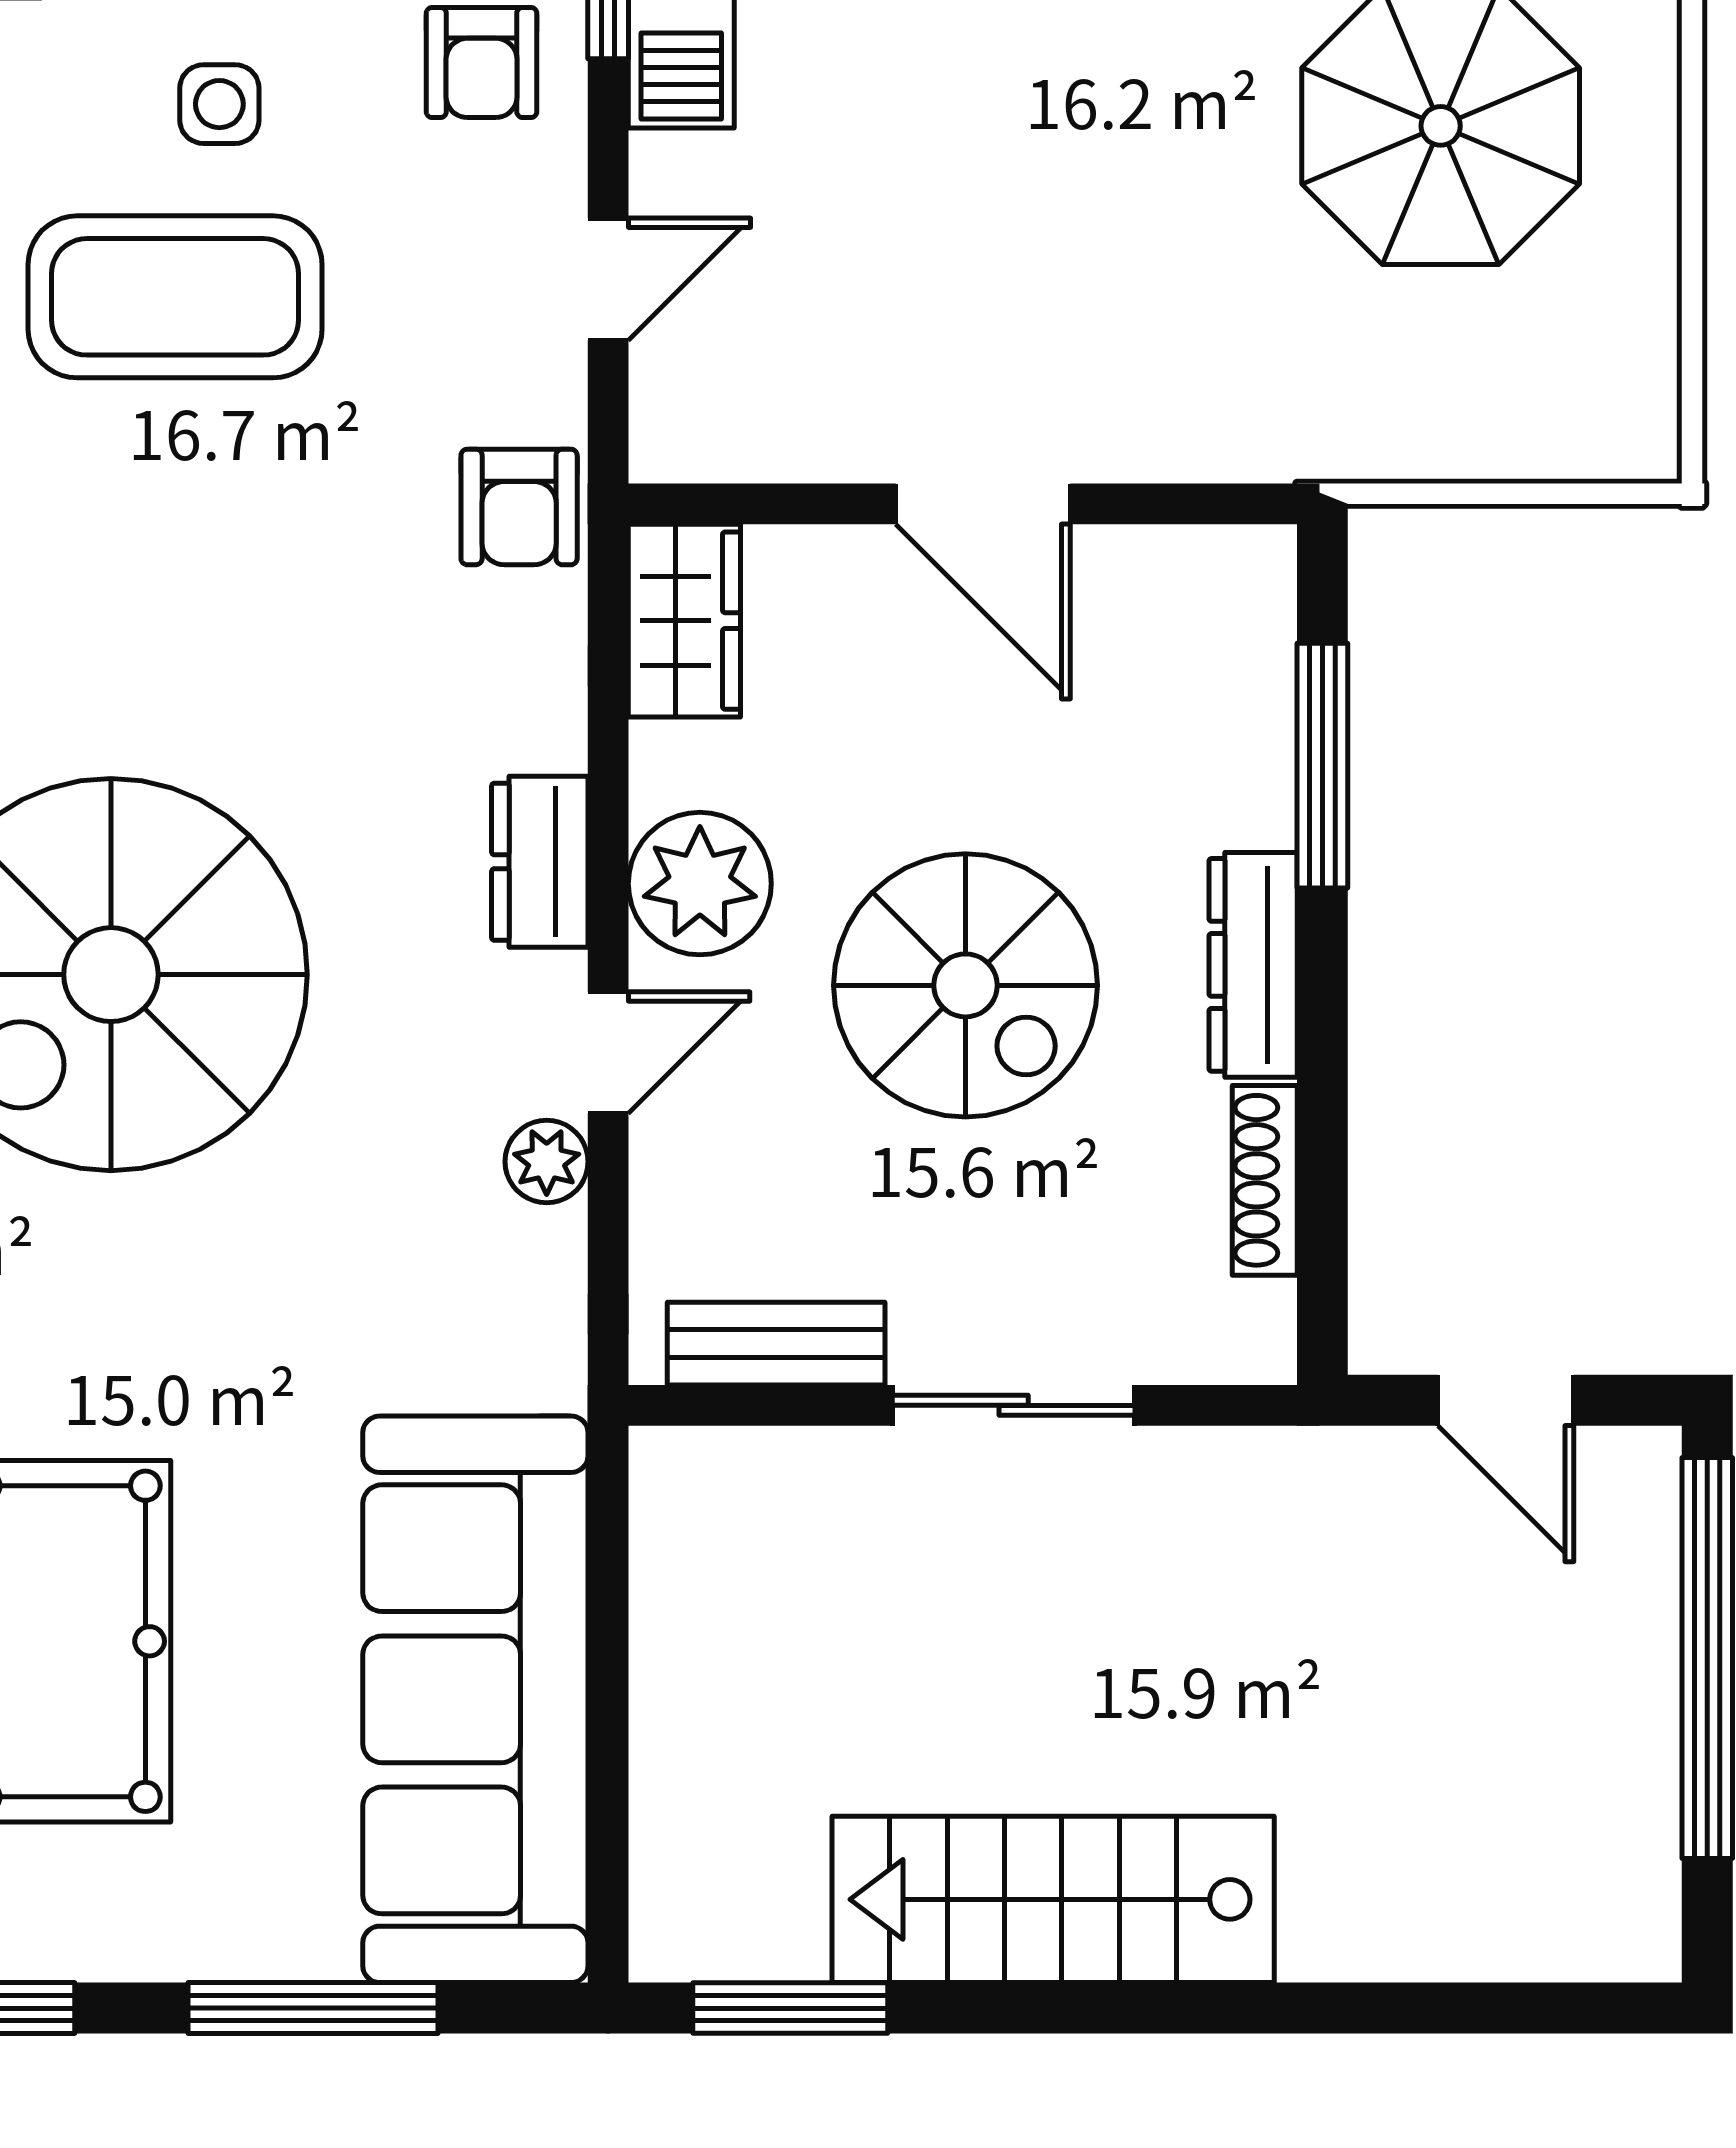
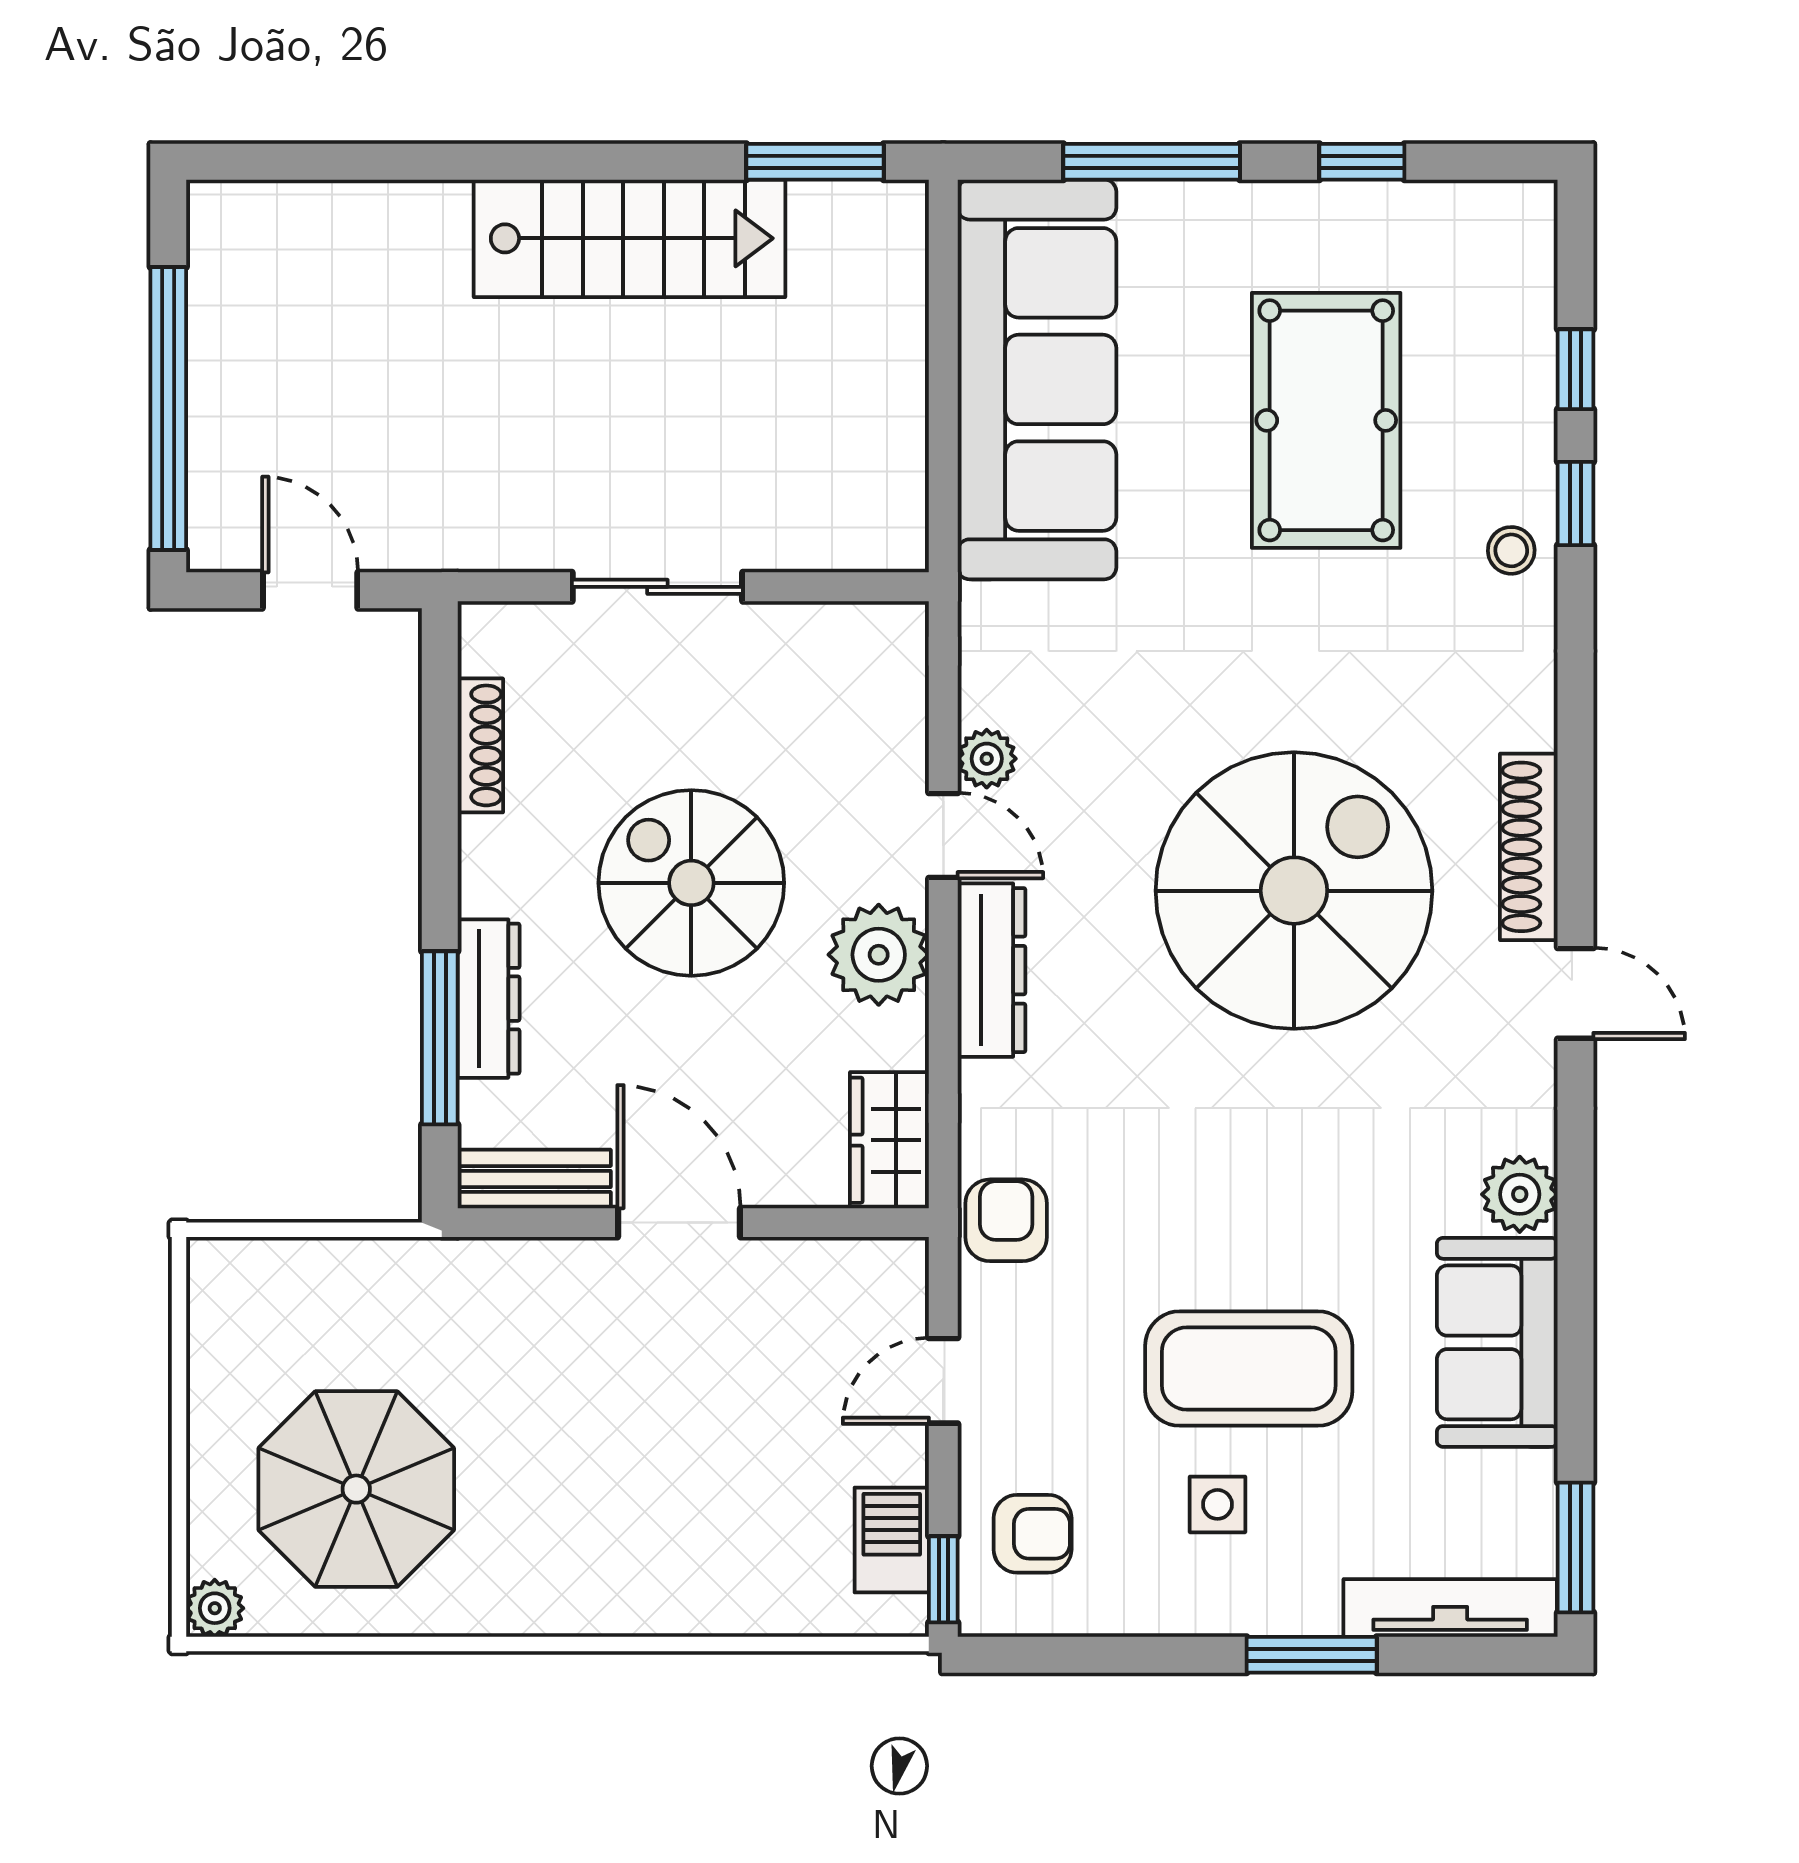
armchair: (482, 62) -> (1033, 1534), turned 90
dresser: (540, 862) -> (991, 970), width x1.44
dresser: (1253, 965) -> (489, 999), moved
door: (608, 1053) -> (943, 836), swing flipped
bench: (776, 1344) -> (534, 1179), moved

